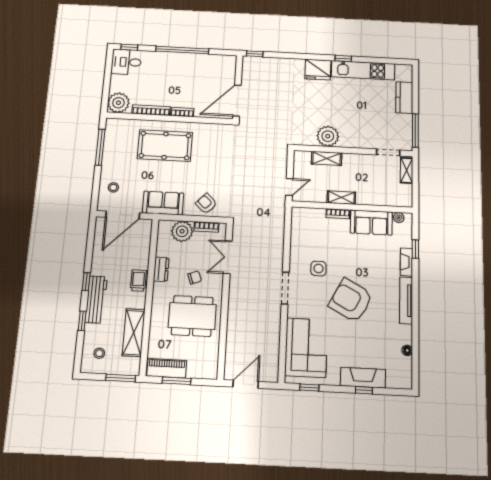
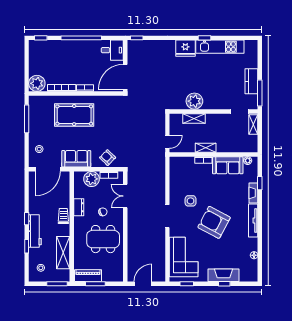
desk: (126, 62) -> (112, 50), moved, turned 180
kitchen counter: (404, 98) -> (251, 81), moved

